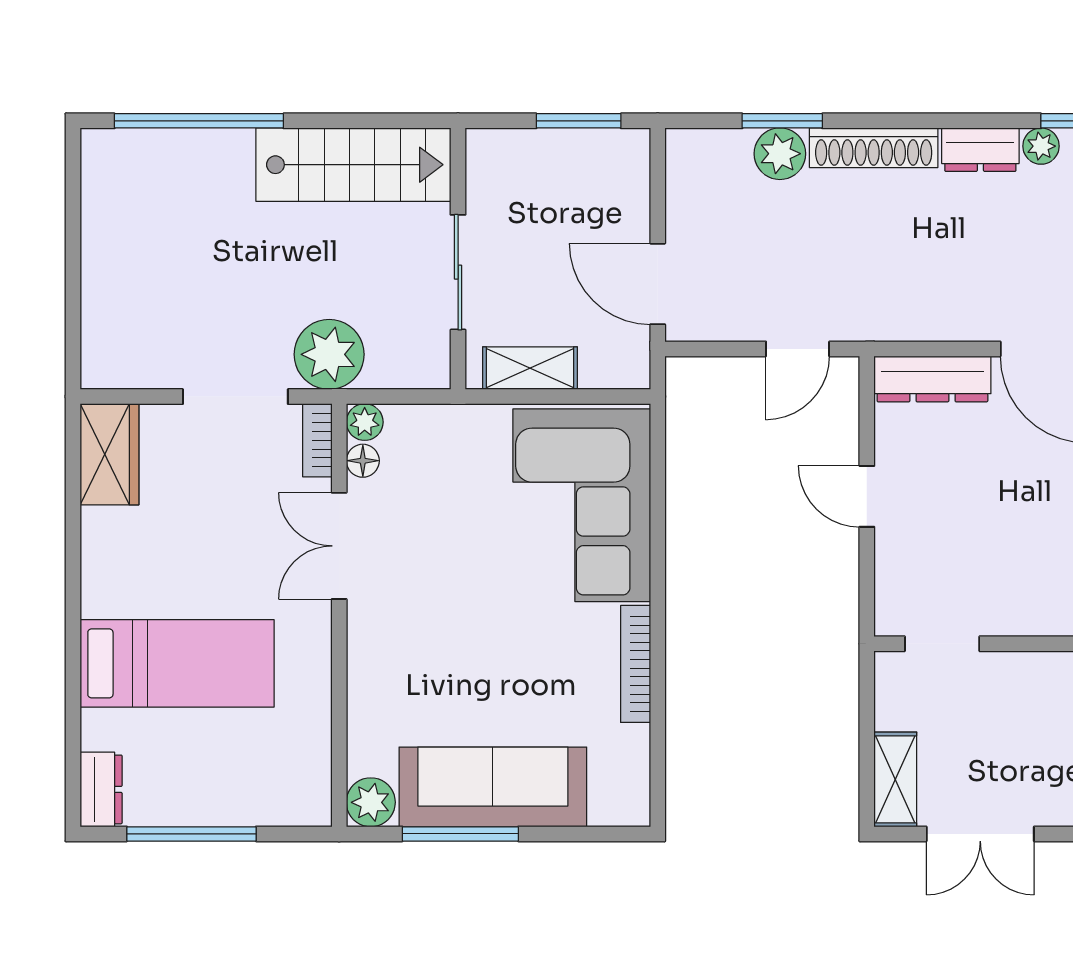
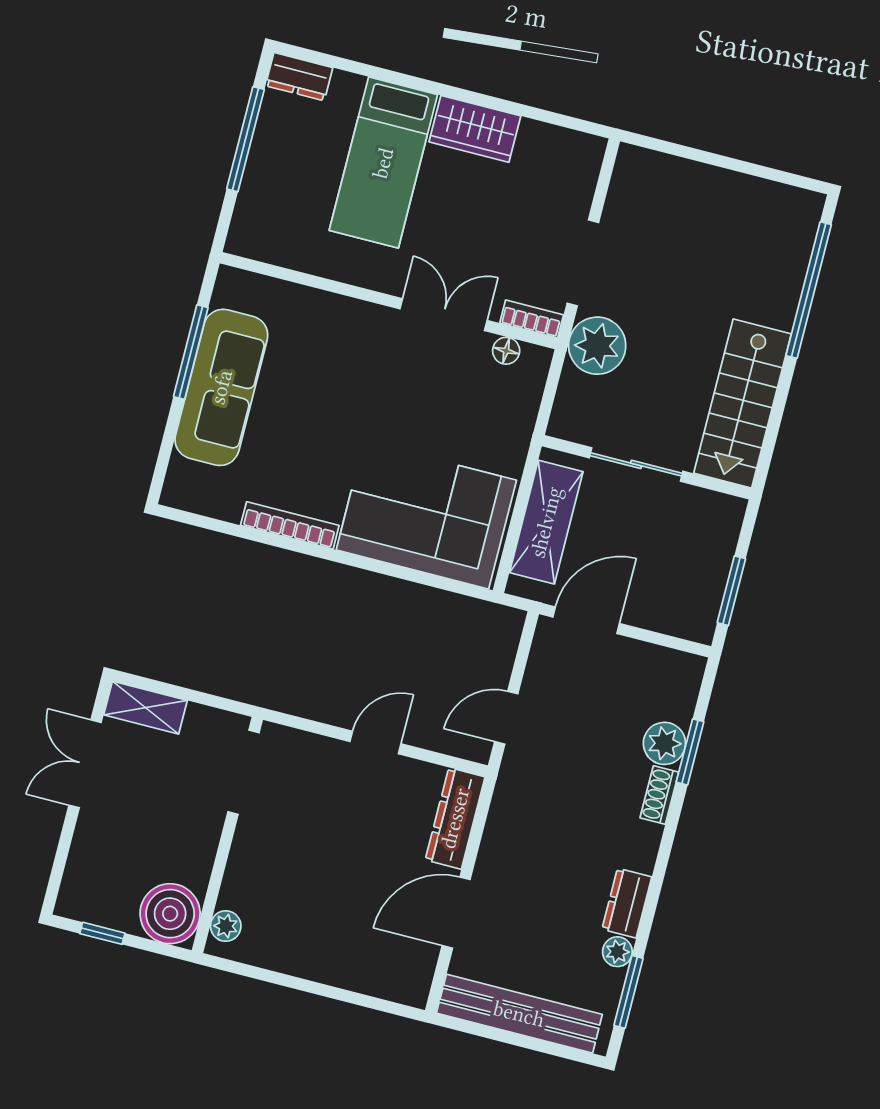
shoe rack: (874, 148) -> (659, 795), width x0.51, depth x0.81
door: (798, 349) -> (506, 718), hinge flipped
shelving: (530, 368) -> (546, 522), width x1.50, depth x1.33
plant: (365, 422) -> (536, 360), removed
wardrobe: (109, 454) -> (475, 129), moved
doorway: (942, 644) -> (243, 772), width x1.38
plant: (371, 802) -> (234, 288), removed

